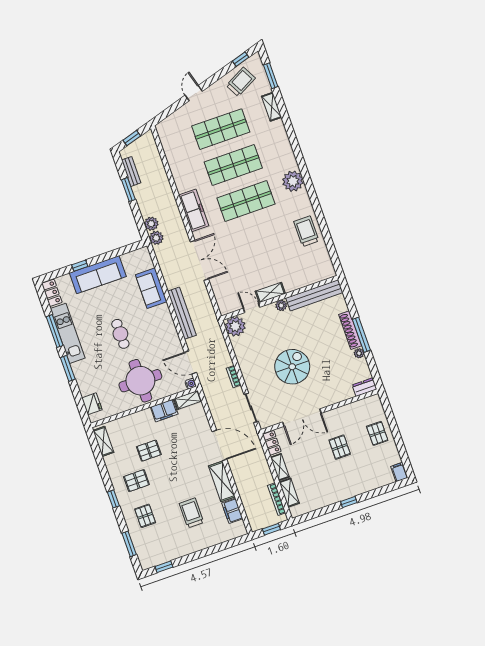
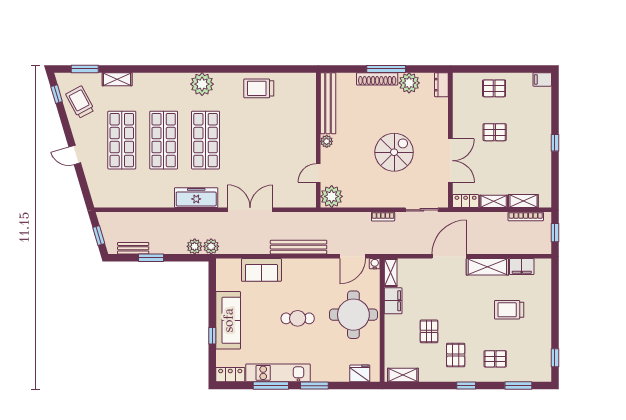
shelving: (270, 292) -> (309, 148), removed
plant: (359, 353) -> (409, 83), width x1.87, depth x1.87
spiral stairs: (292, 367) -> (394, 152), turned 90

